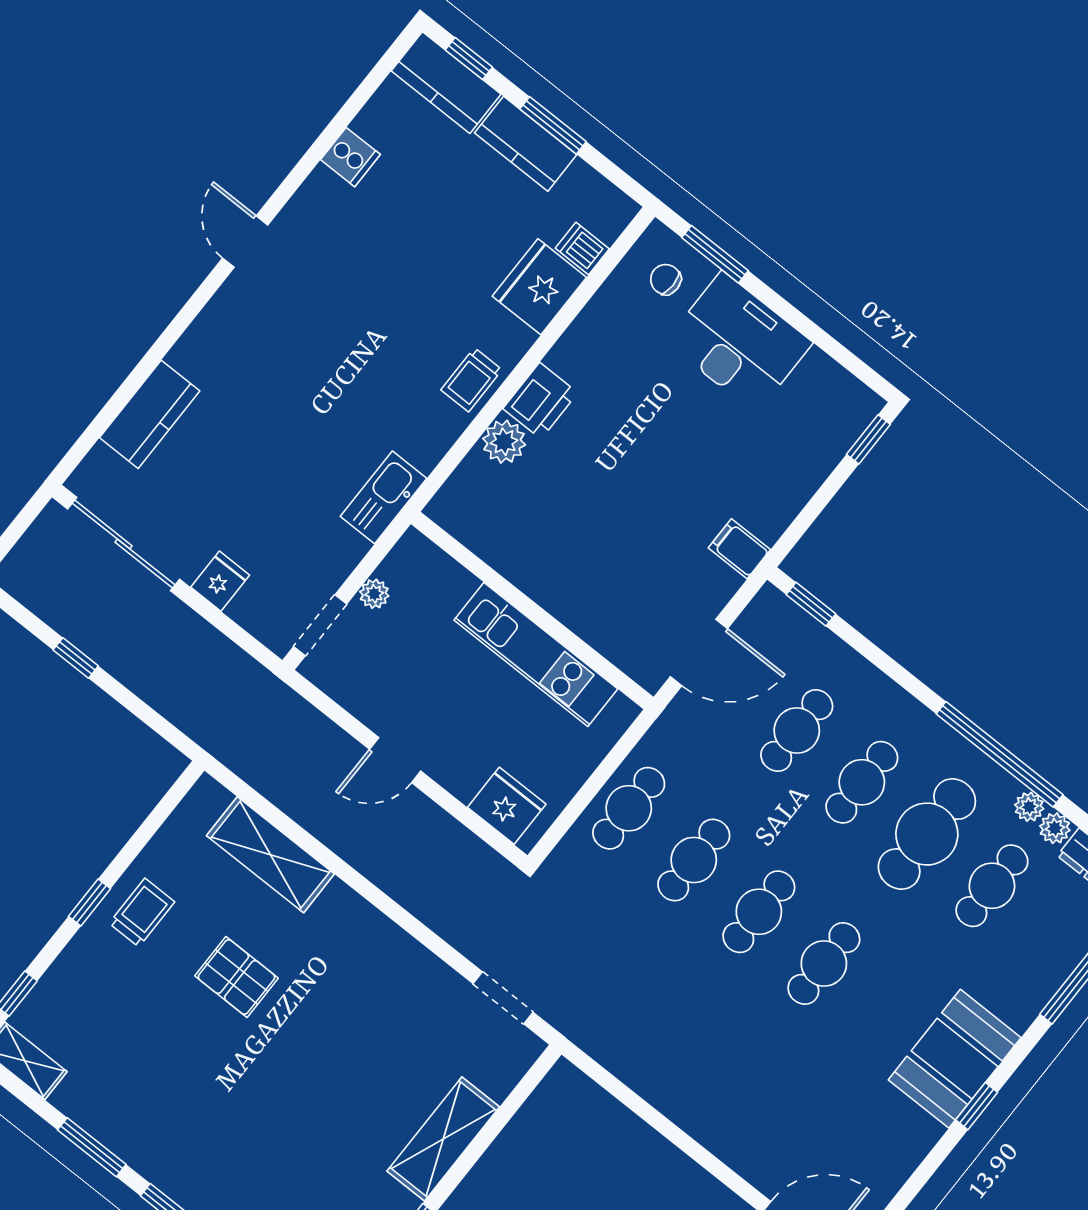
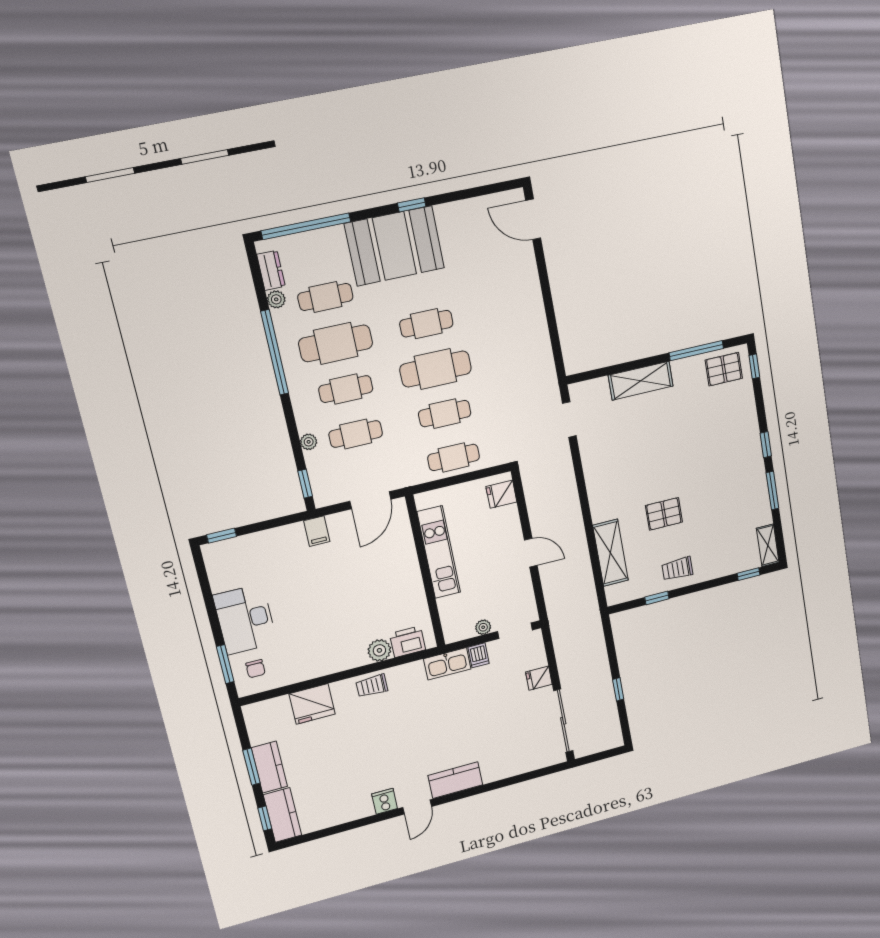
cooker: (350, 157) -> (385, 801), moved
dishwasher: (582, 249) -> (479, 655), moved
trolley: (472, 380) -> (372, 686), turned 180
printer: (540, 401) -> (408, 642), moved
kitchen counter: (150, 414) -> (455, 780), moved
door: (699, 653) -> (370, 500), swing flipped
fridge: (507, 806) -> (501, 494), width x0.72
plant: (1029, 807) -> (309, 442), moved
window: (89, 902) -> (657, 598), moved
cafe table: (759, 912) -> (436, 369), width x1.37, depth x1.35
pallet: (237, 977) -> (664, 514), turned 90
booth: (955, 1059) -> (394, 246), width x1.36, depth x1.42

